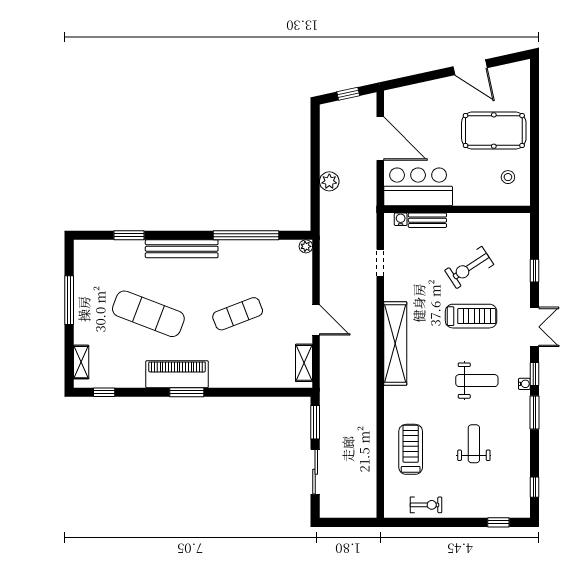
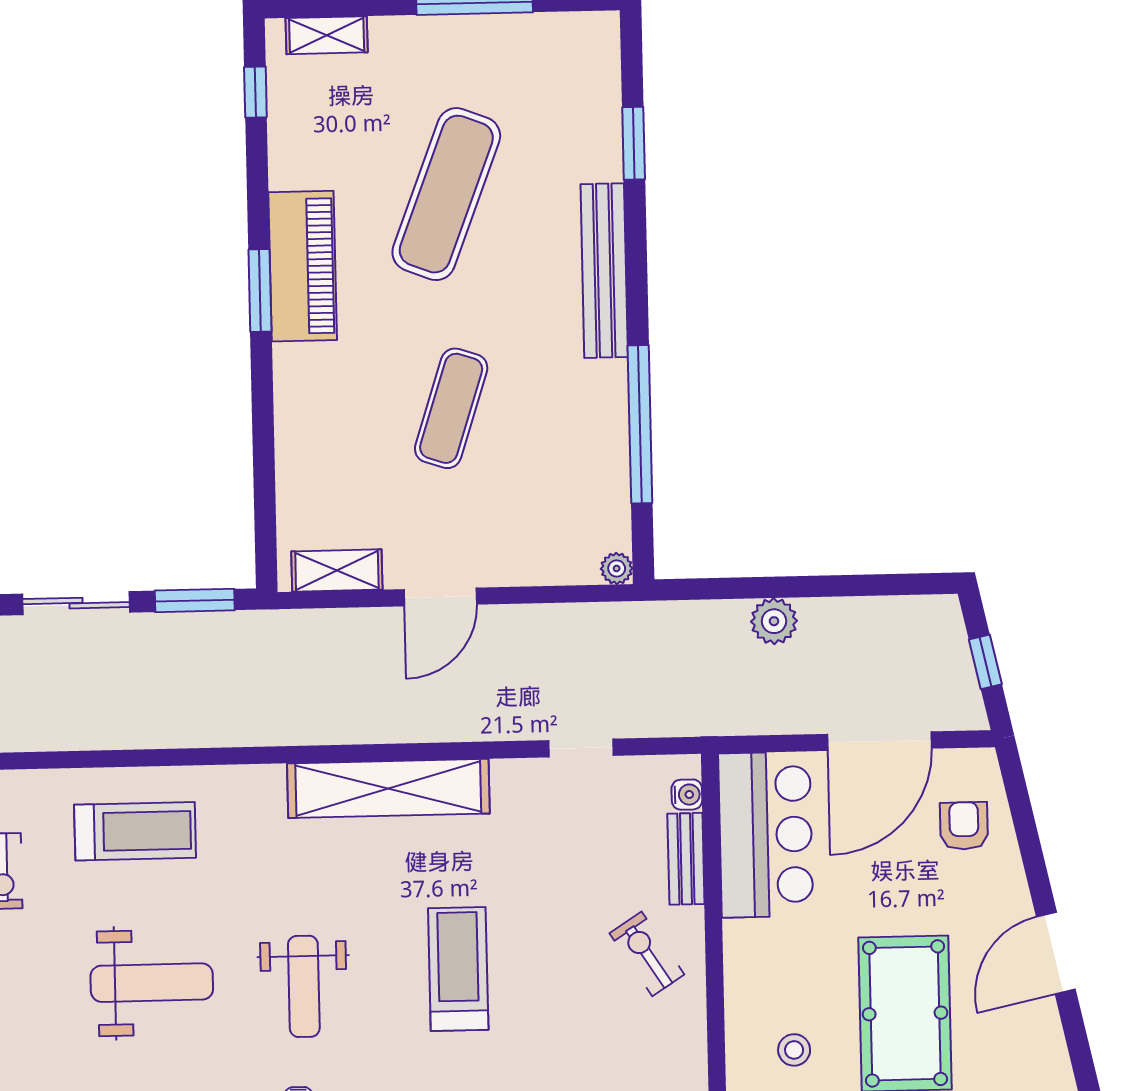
armchair: (416, 104) -> (964, 826), added
exercise bike: (469, 267) -> (647, 954), moved, width x0.73, depth x0.72
exercise mat: (238, 314) -> (451, 408), turned 39
treadmill: (471, 316) -> (458, 969), turned 180
weight bench: (474, 444) -> (152, 983), width x1.36, depth x1.33

